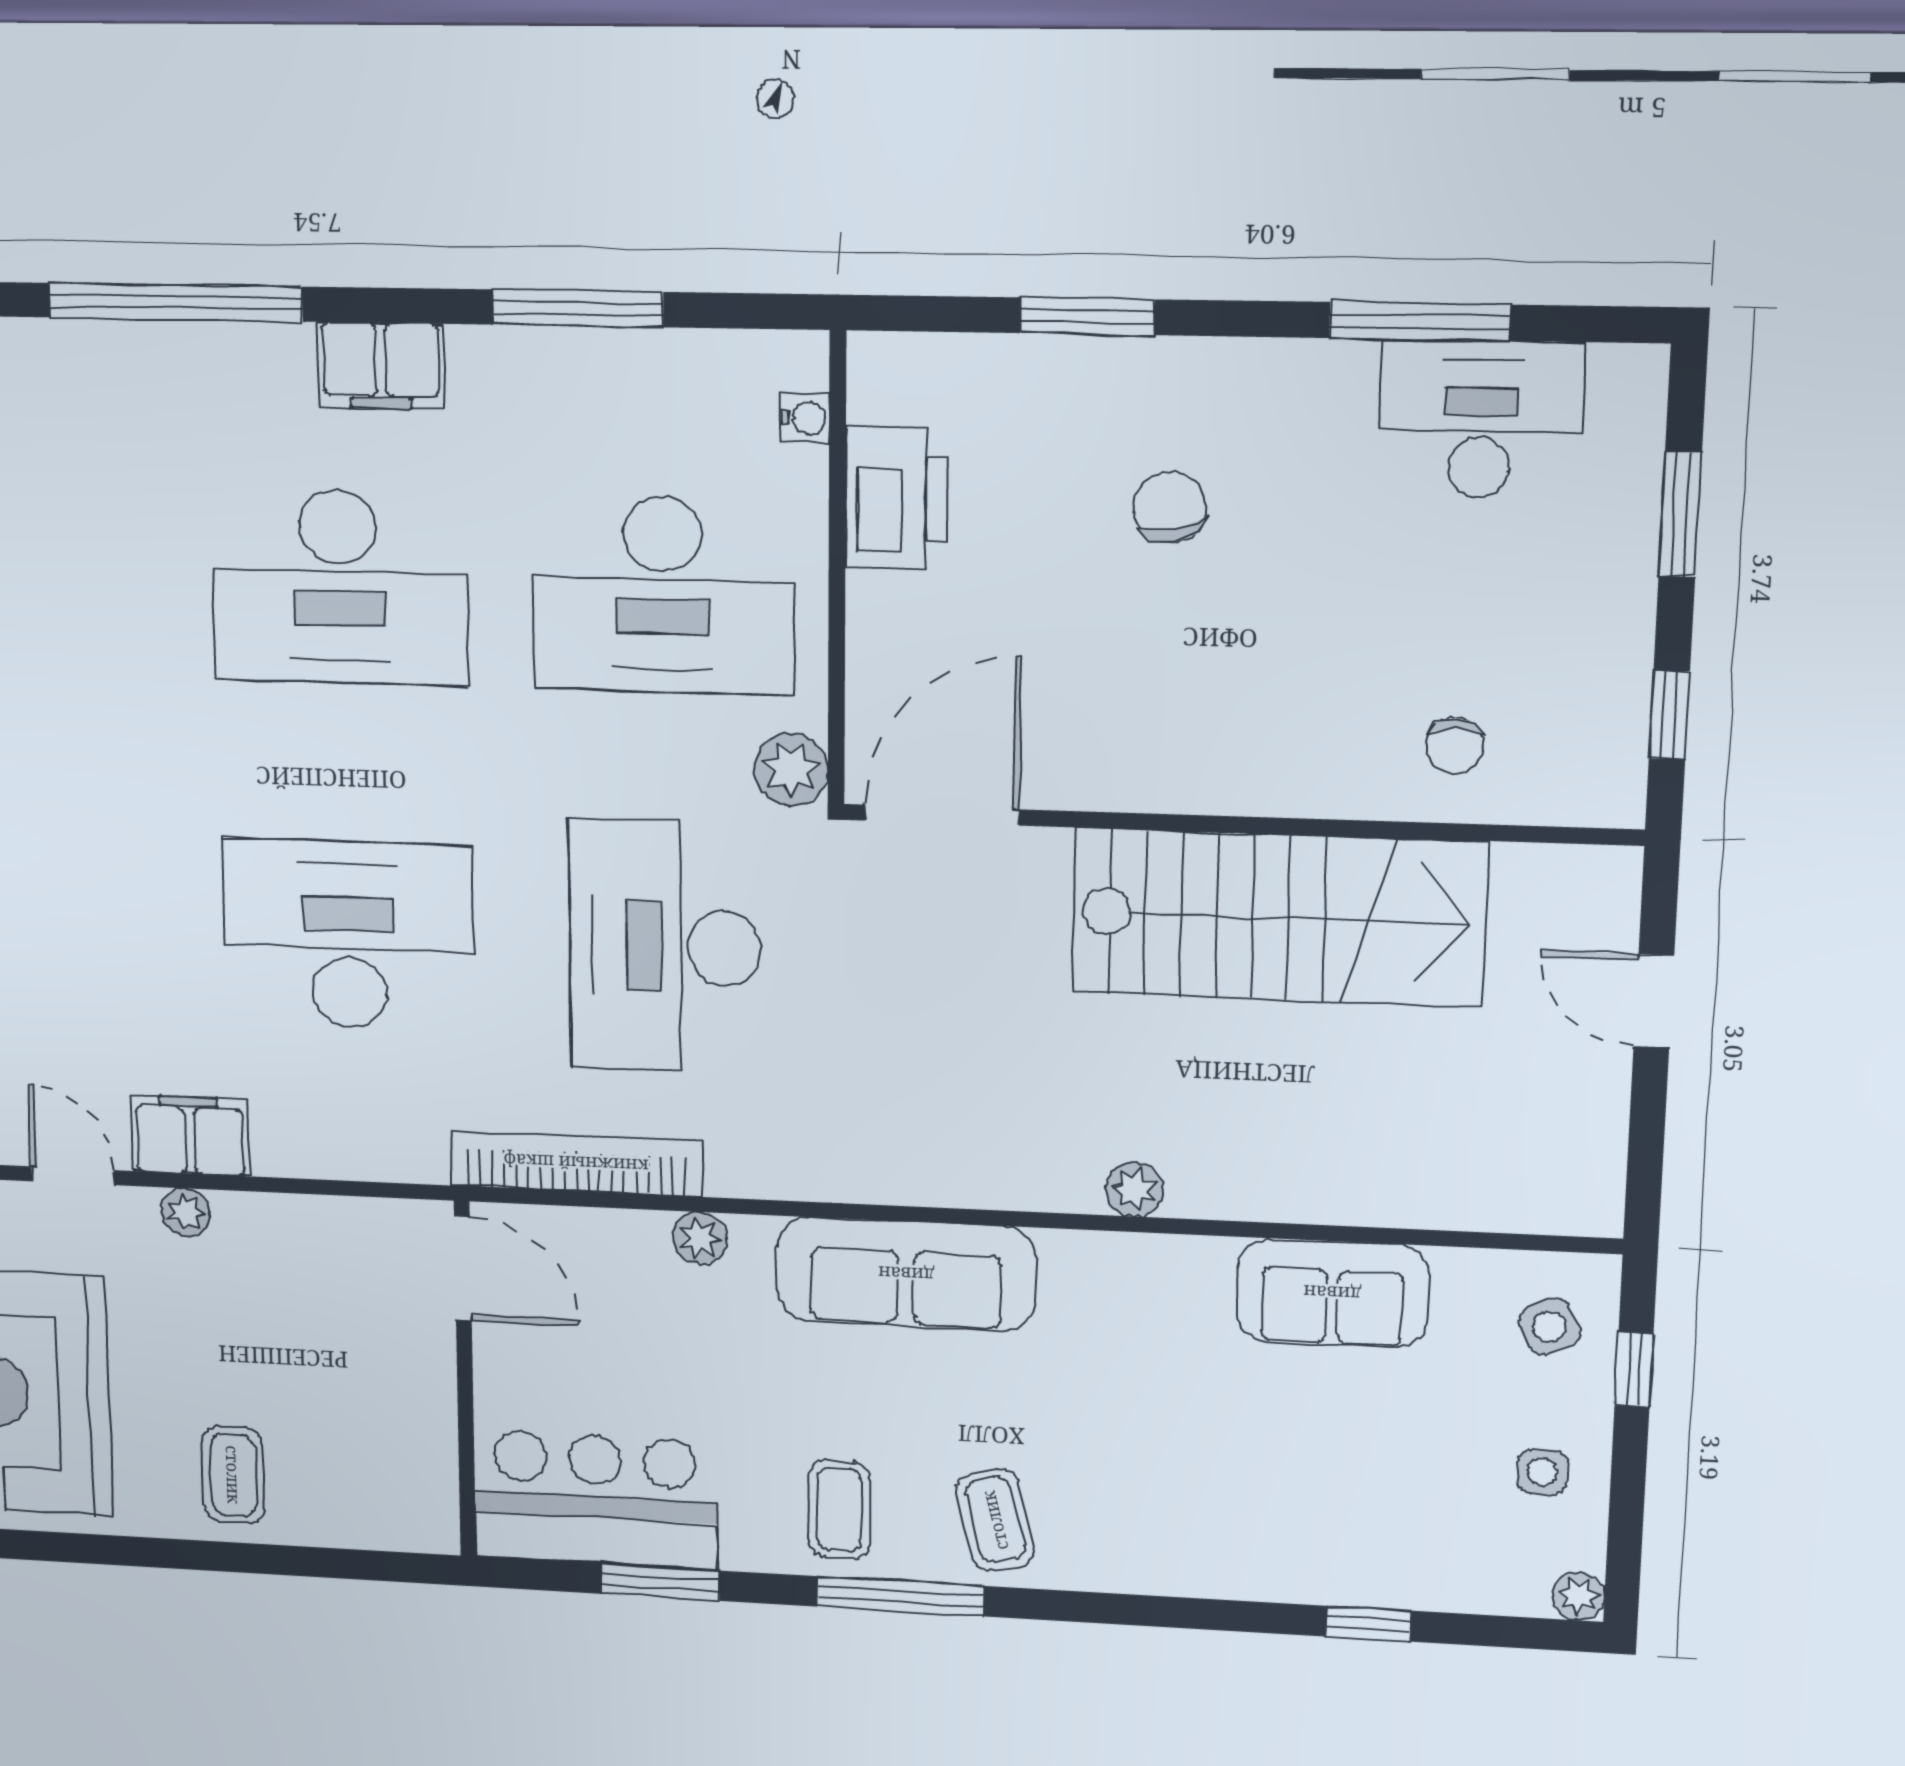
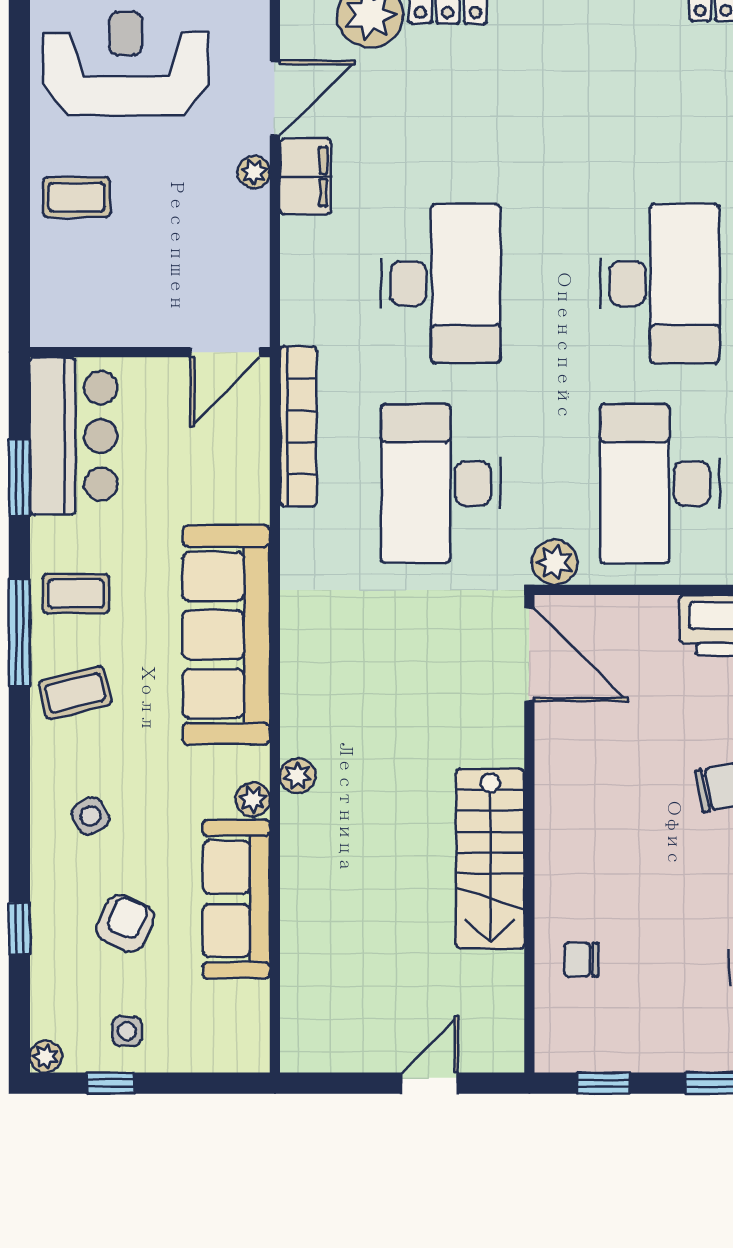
desk: (339, 587) -> (660, 283), turned 180
stairs: (1278, 917) -> (490, 859), width x0.73, depth x0.66
desk: (665, 947) -> (441, 484), turned -90
door: (73, 1176) -> (275, 98), width x1.37
plant: (700, 1238) -> (253, 799), moved
sofa: (906, 1274) -> (226, 635), width x1.36, depth x1.27
sofa: (1332, 1293) -> (236, 899), width x1.36
side table: (1550, 1327) -> (90, 816), moved
window: (1634, 1370) -> (111, 1083), moved
armchair: (1366, 1465) -> (125, 923), added

